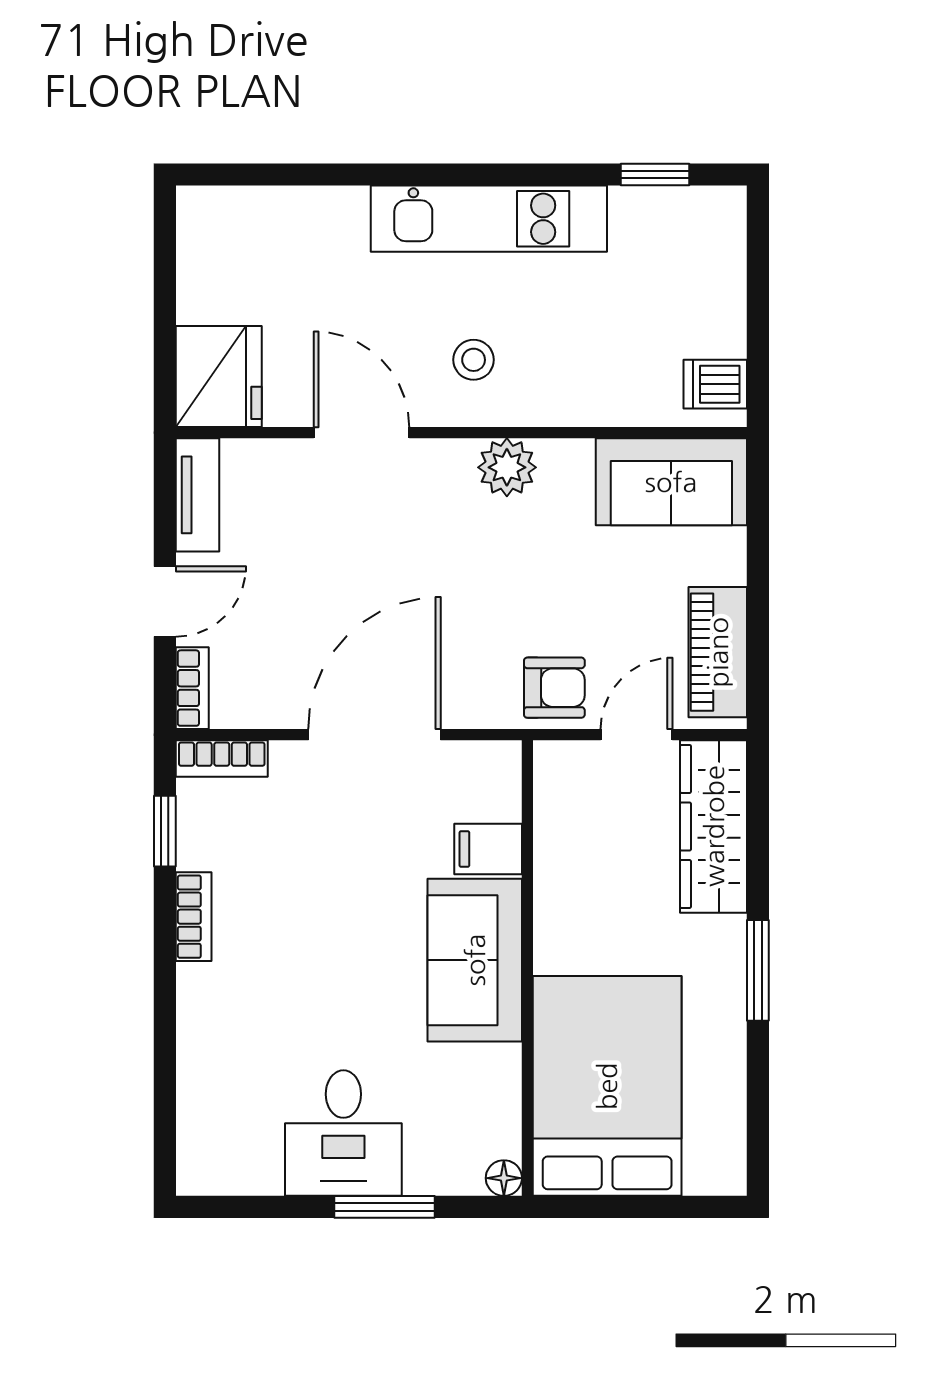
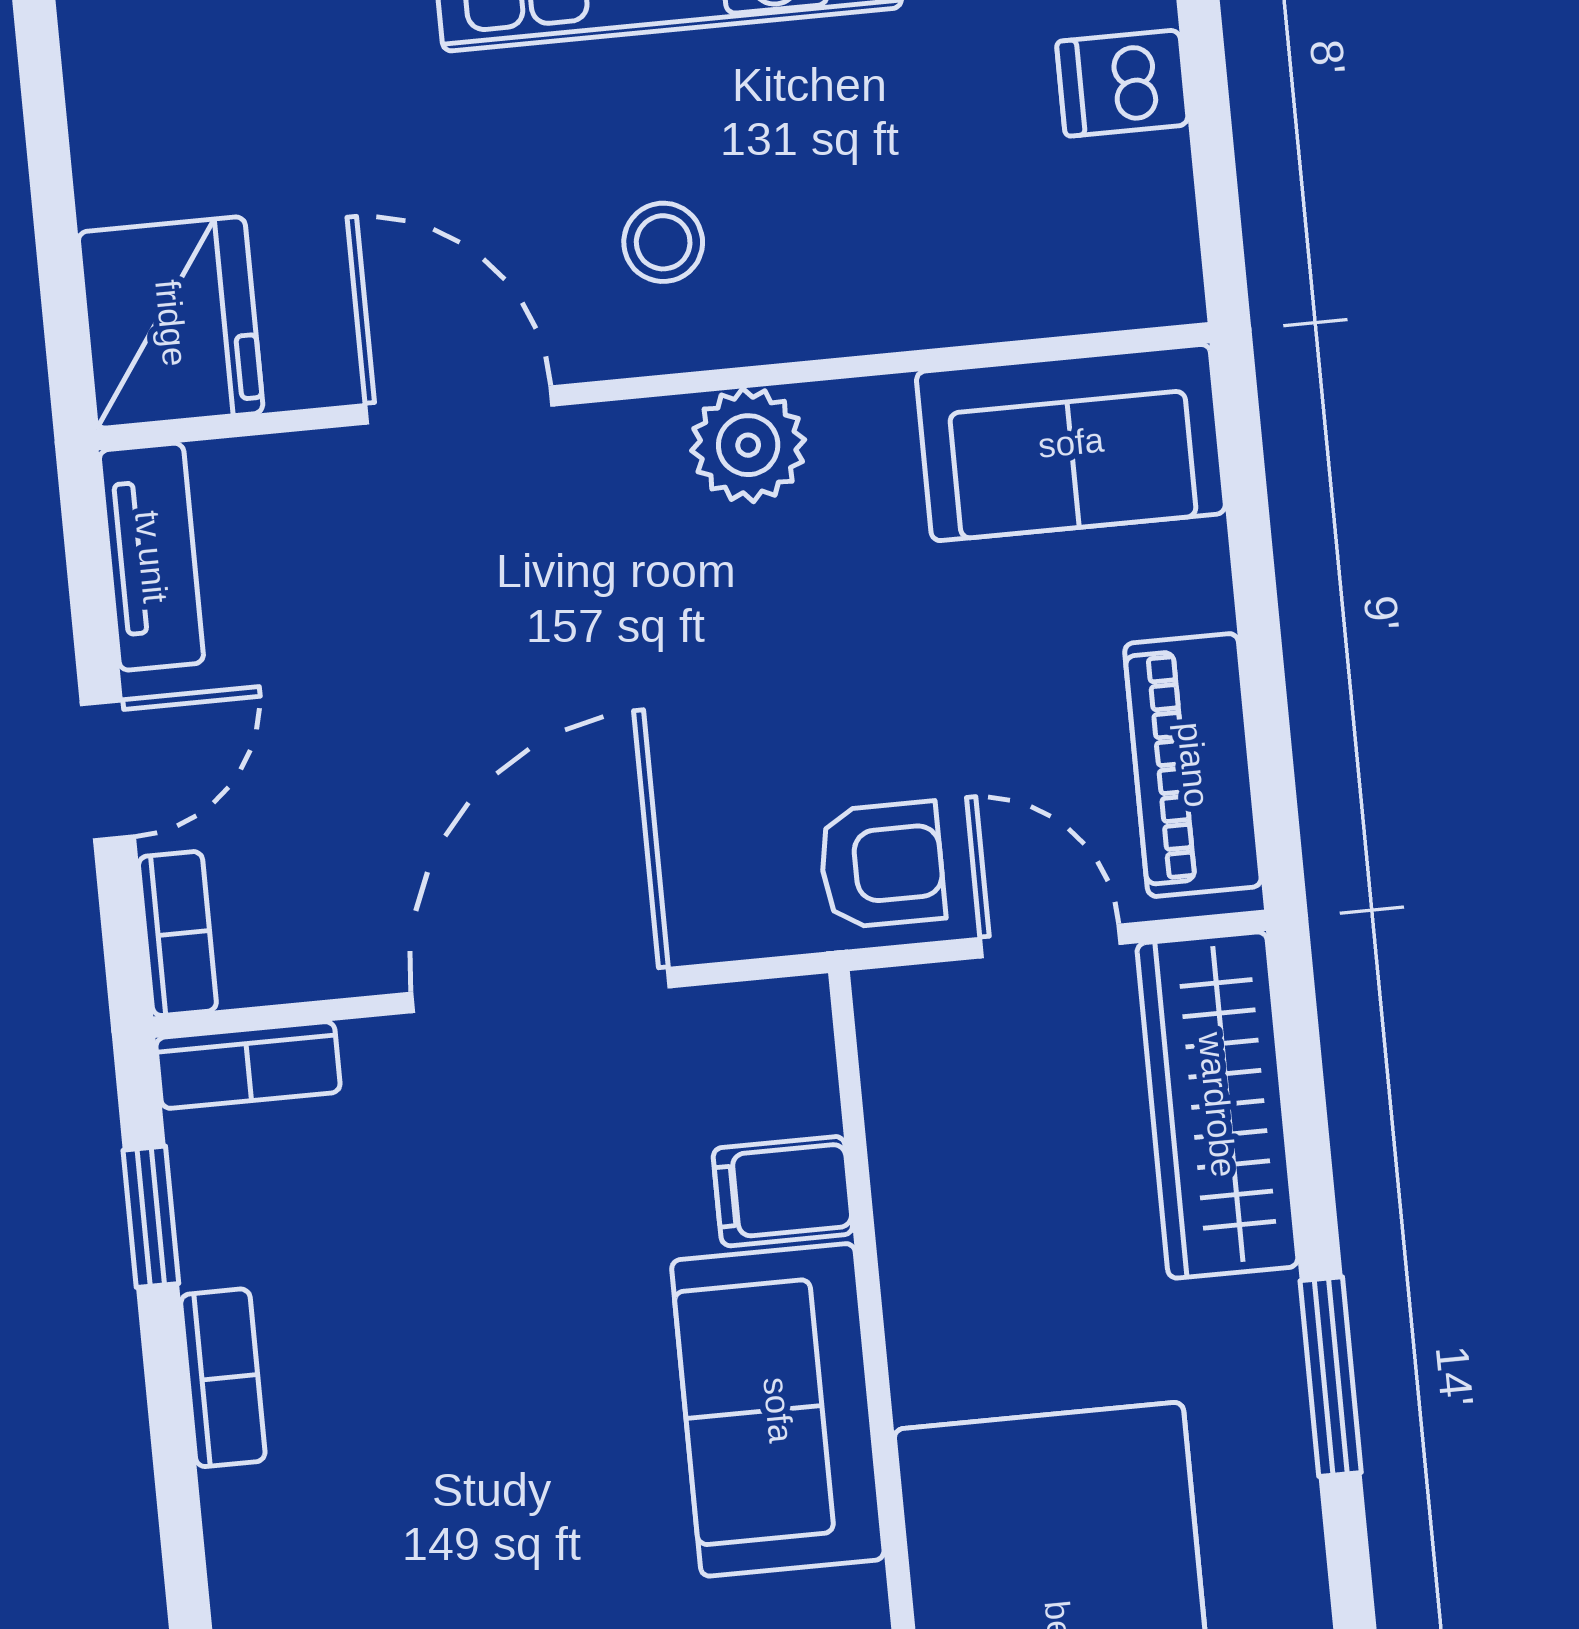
dishwasher: (715, 384) -> (1122, 83), moved
door: (637, 735) -> (1050, 941), hinge flipped

